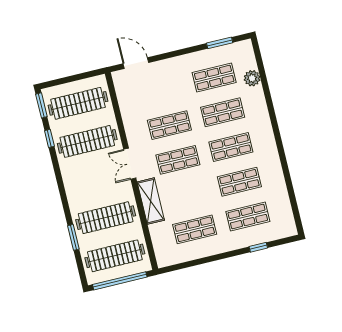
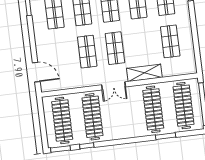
door: (136, 63) -> (36, 72), swing flipped

